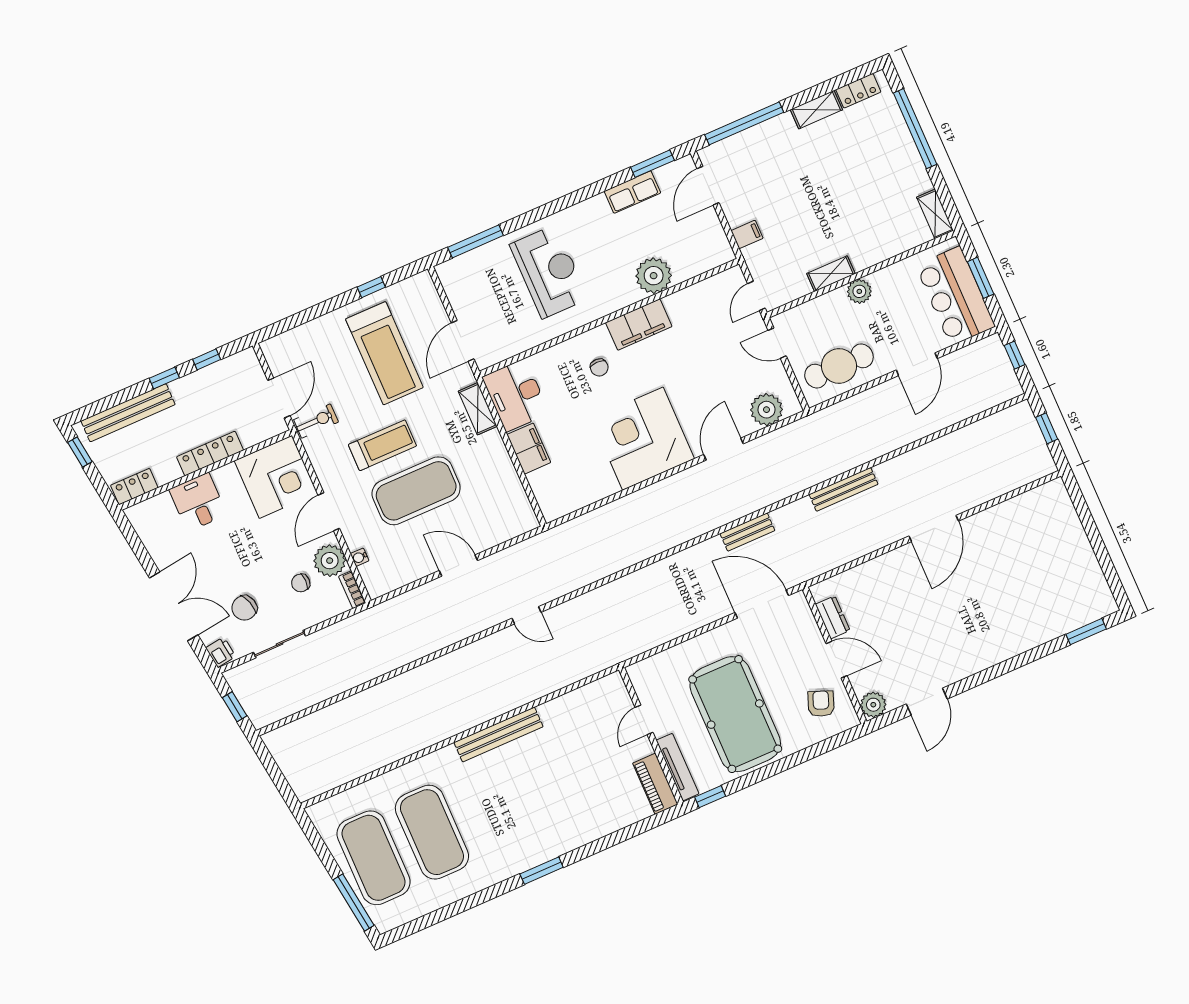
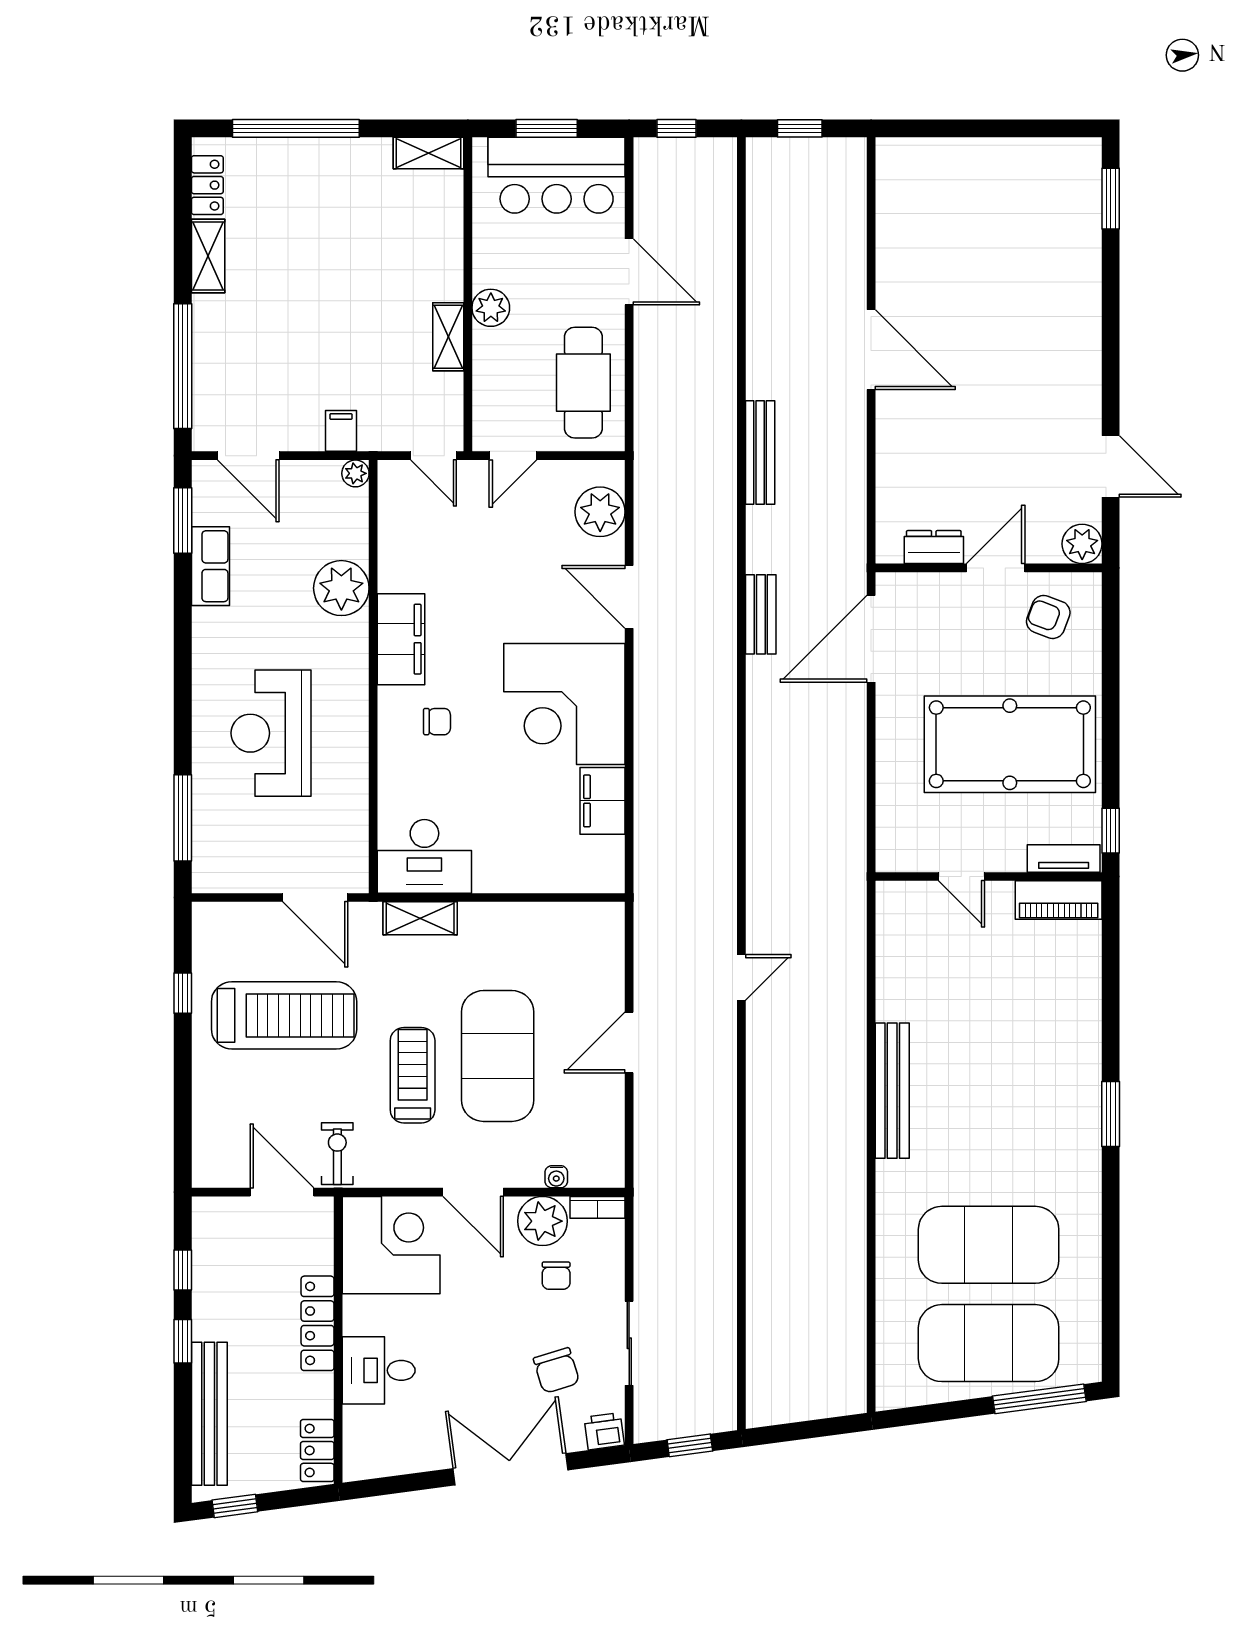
plant: (725, 254) -> (355, 473), added
reception desk: (549, 272) -> (271, 733), turned -90
filing cabinet: (529, 449) -> (603, 801), moved, turned -90
tv unit: (677, 767) -> (1064, 858), width x0.71

